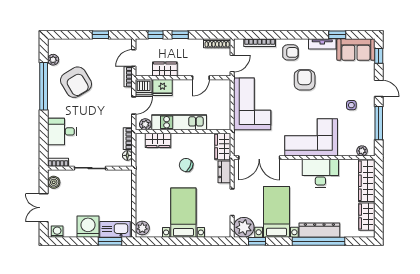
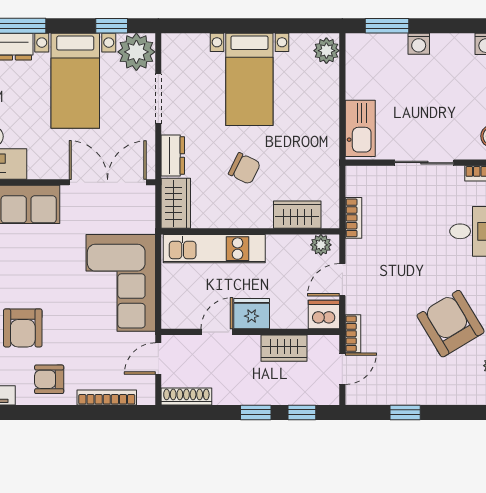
fridge: (163, 87) -> (252, 314), moved
kitchen unit: (179, 122) -> (214, 249), moved
floor lamp: (127, 155) -> (354, 186), removed
washing machine: (88, 227) -> (419, 44), width x0.53, depth x0.53
kitchen sink: (115, 229) -> (360, 128), moved, turned -90

